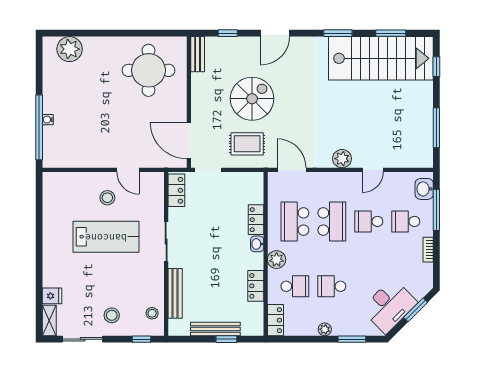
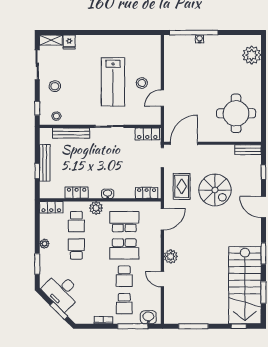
locker: (256, 220) -> (147, 193), moved
school desk: (369, 221) -> (124, 276), turned 180
school desk: (406, 221) -> (124, 304), turned 180

